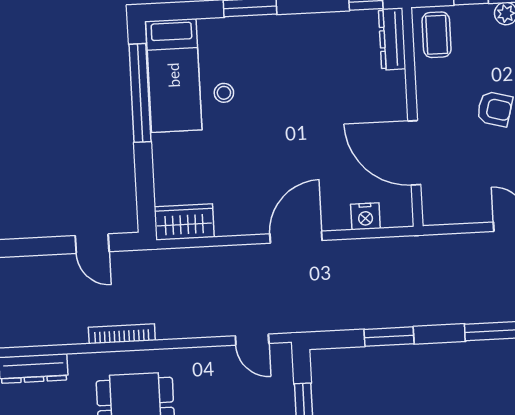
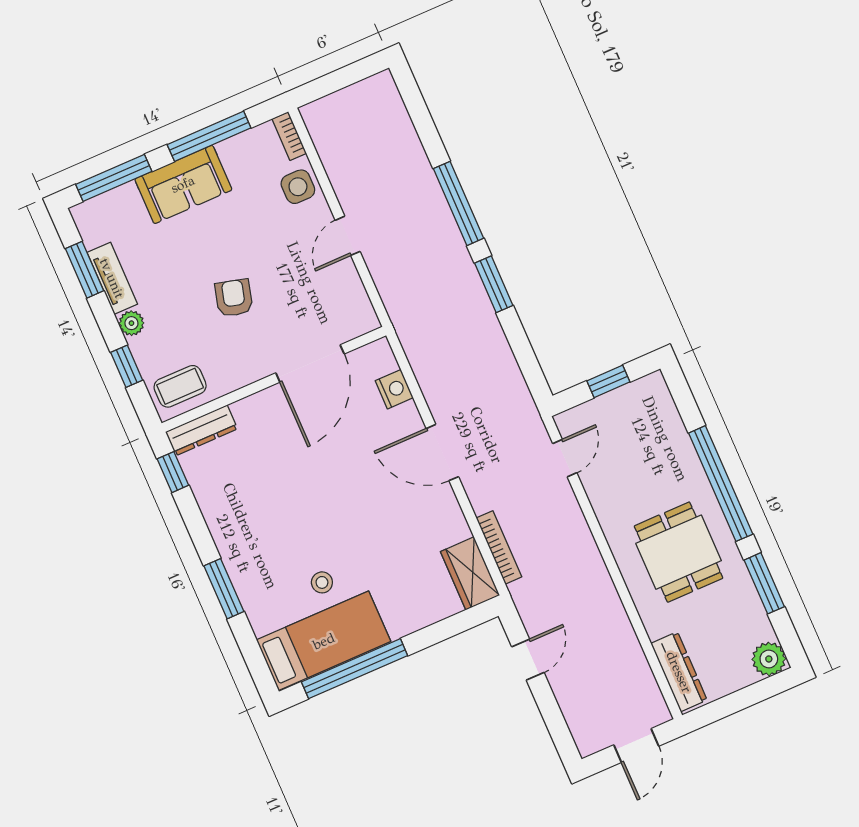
bookcase: (122, 334) -> (499, 547), moved, turned 180
window: (389, 337) -> (494, 284), moved

